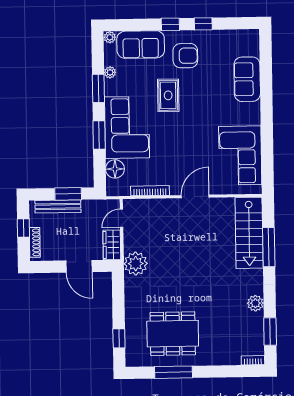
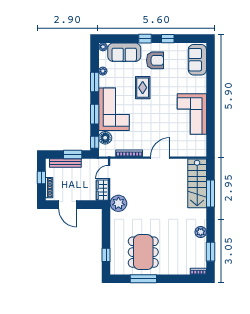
sofa: (247, 79) -> (197, 60), moved
corner sofa: (240, 155) -> (192, 114), moved
window: (100, 176) -> (95, 142), added
door: (79, 266) -> (68, 205), moved
dining table: (173, 334) -> (143, 252), turned 90

